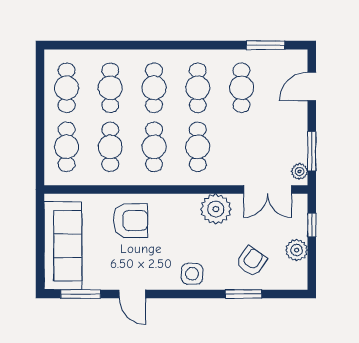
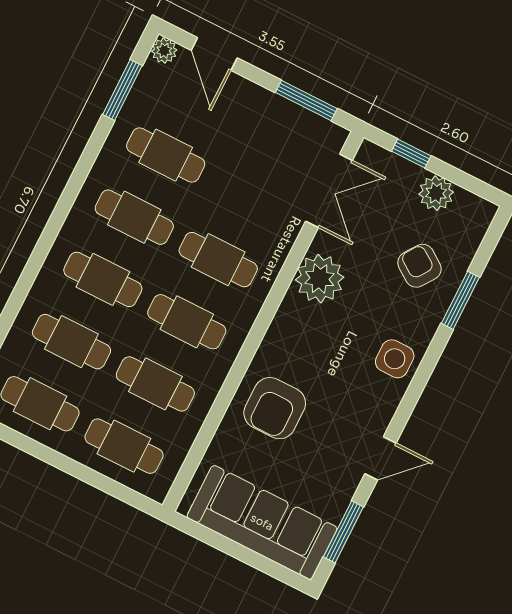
plant: (300, 171) -> (164, 51), moved
armchair: (131, 221) -> (275, 408), turned 180

